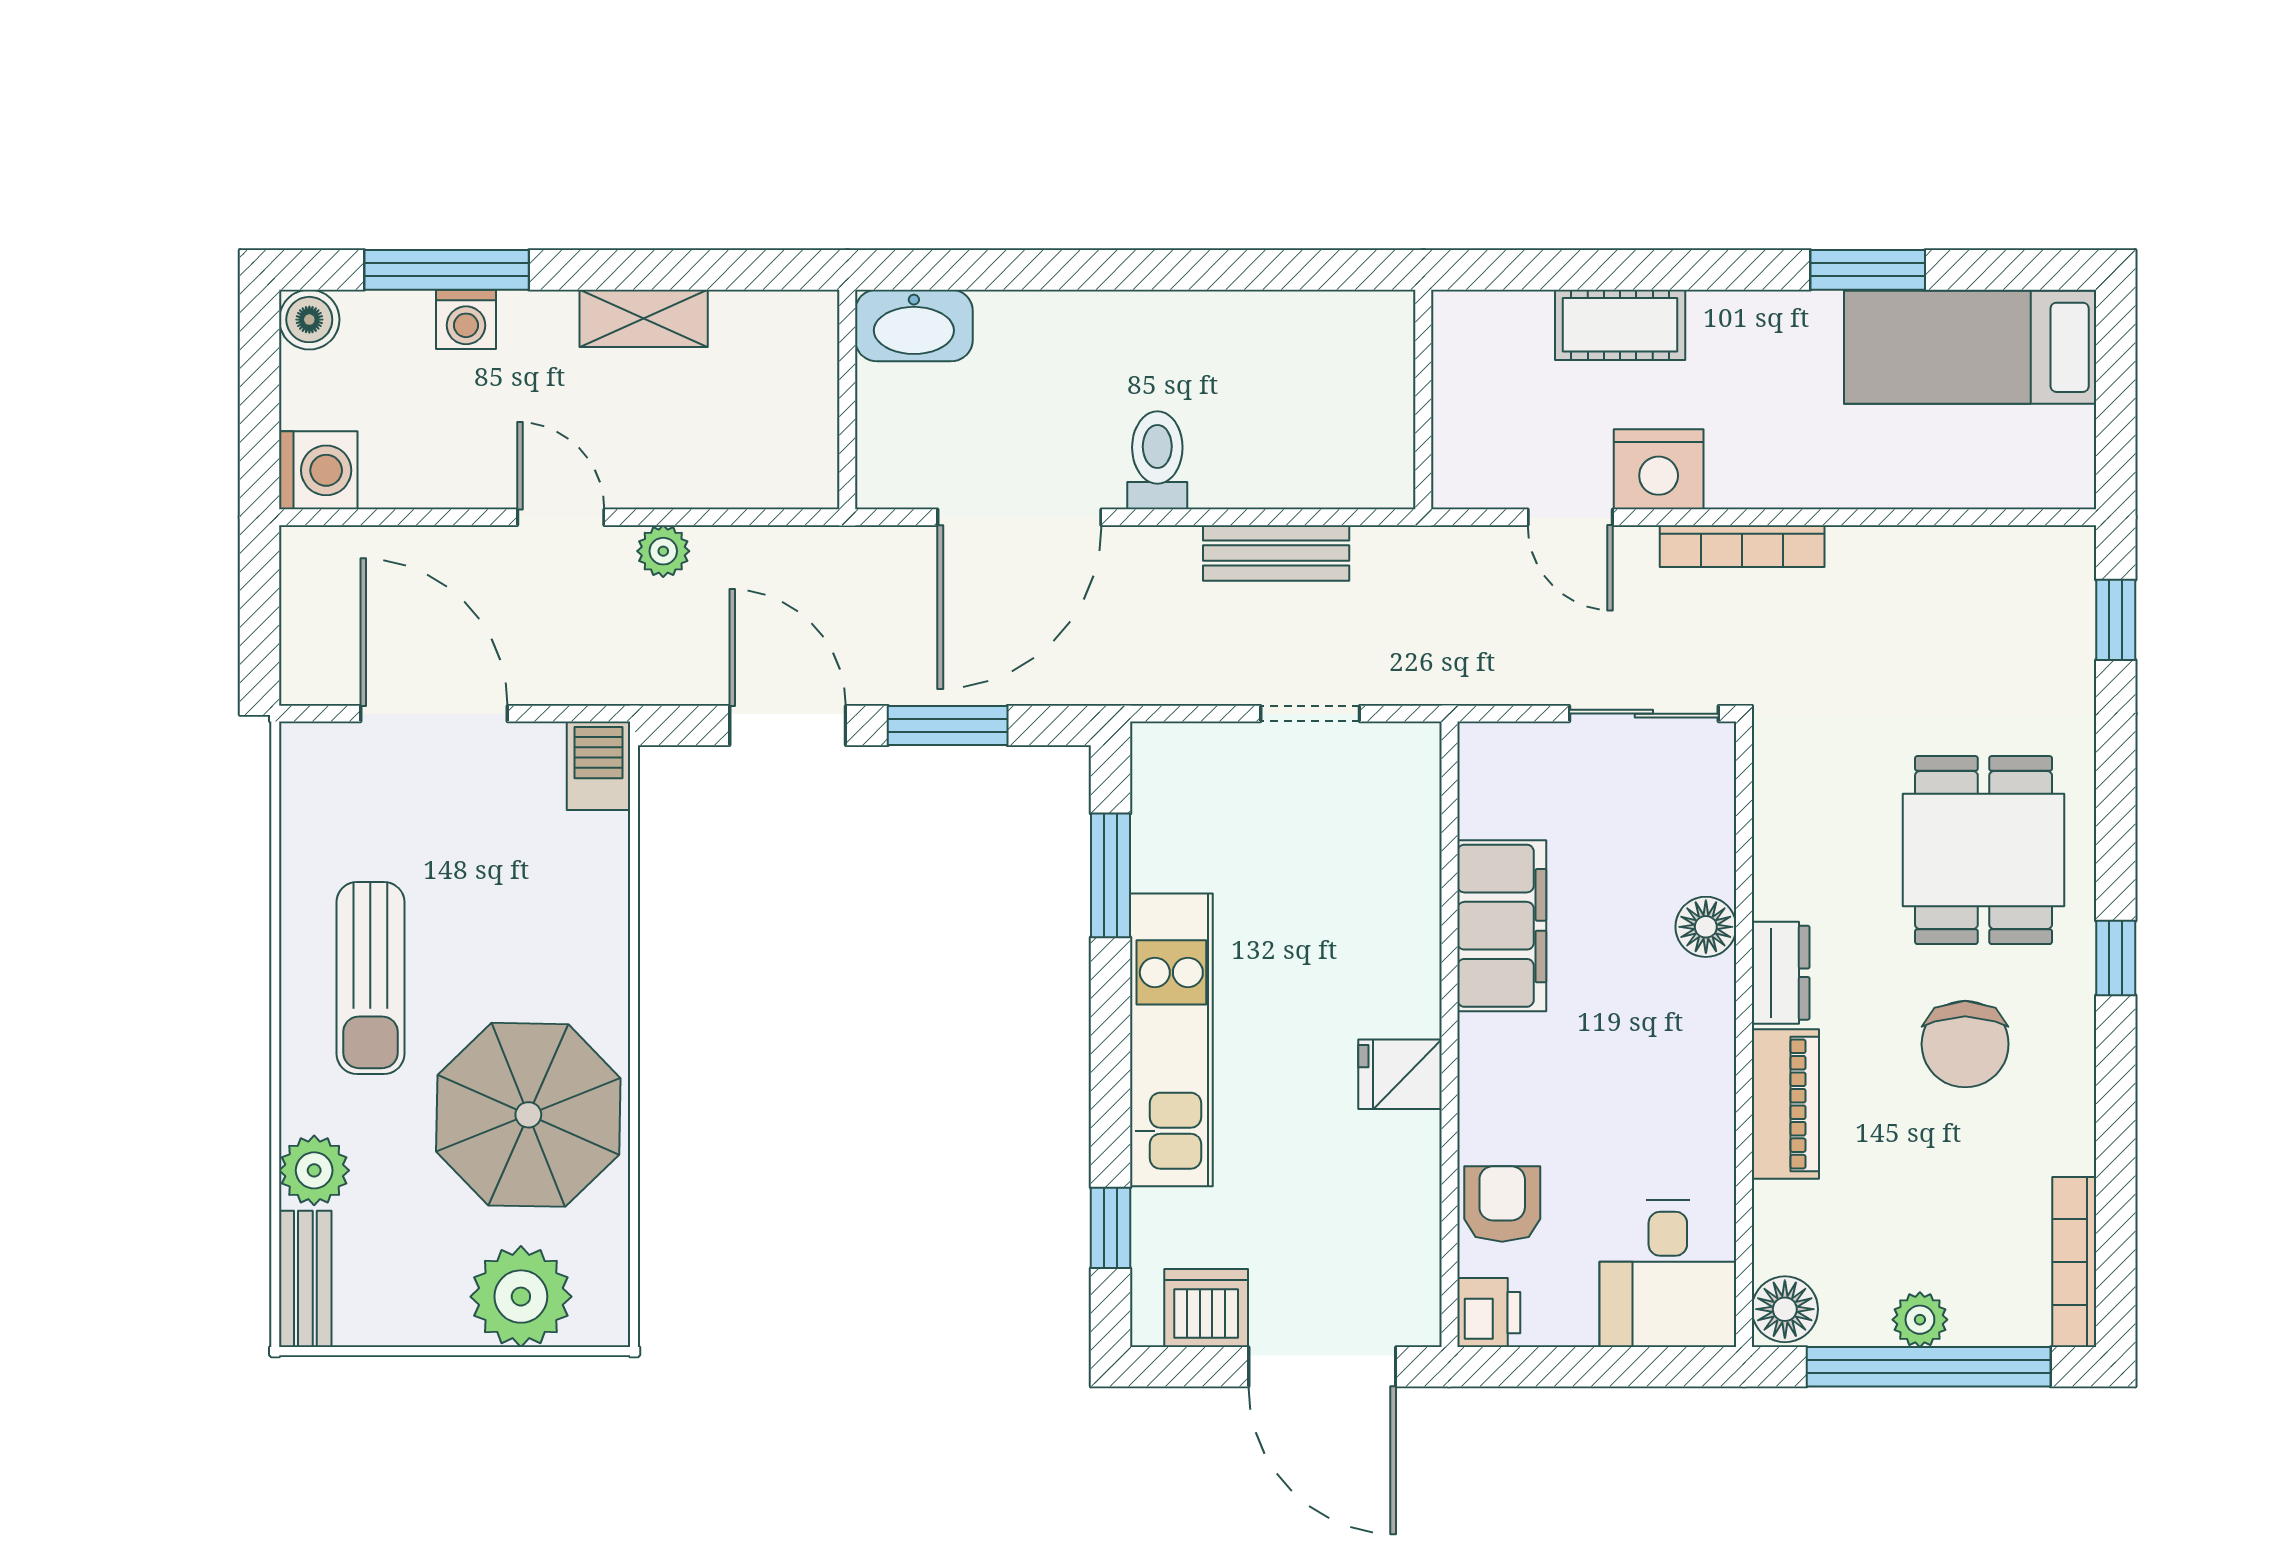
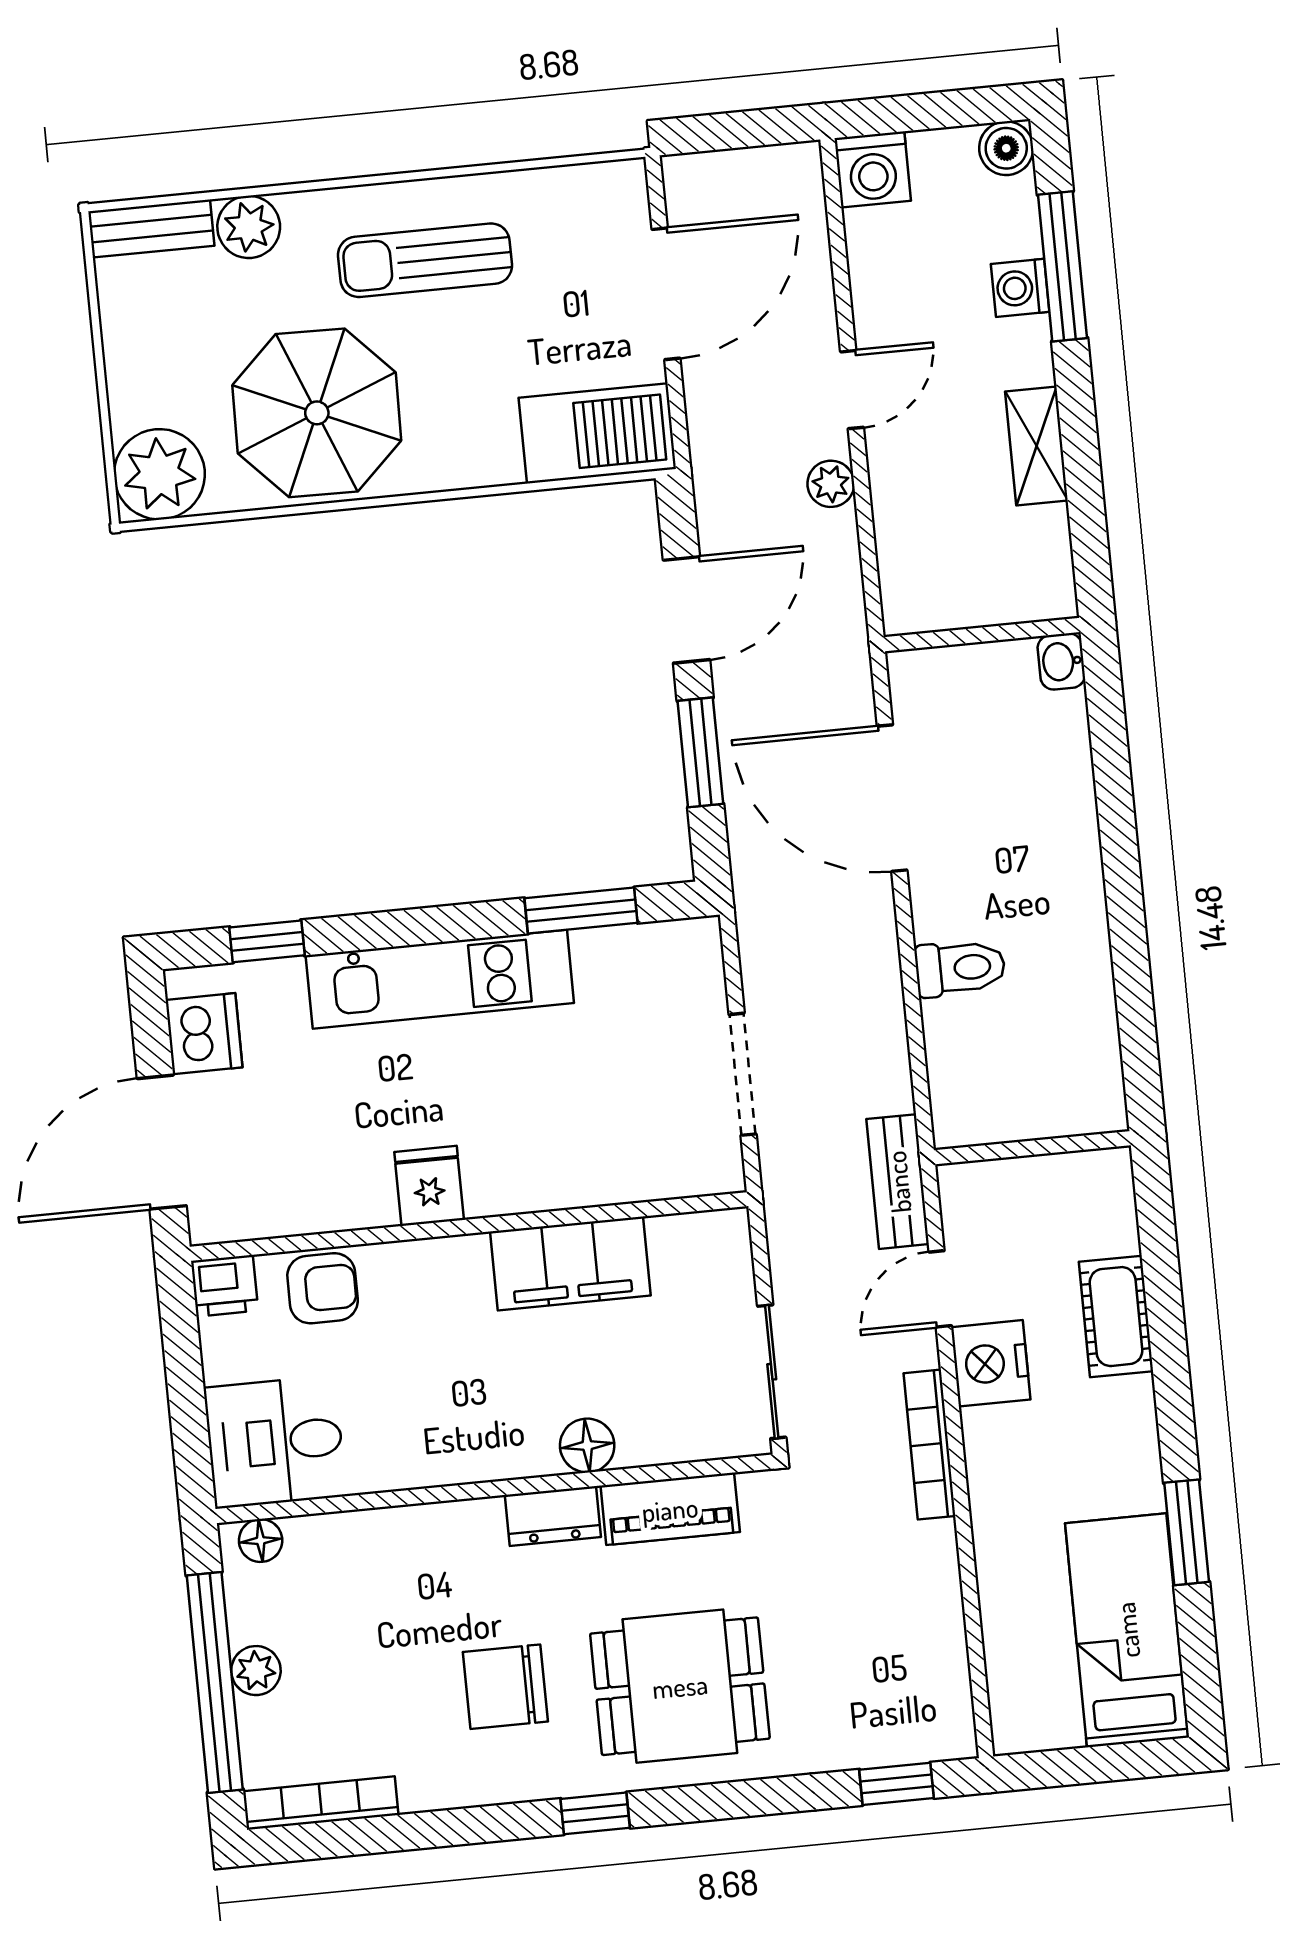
washbasin: (914, 325) -> (1061, 661), width x0.52, depth x0.69
toilet: (1157, 460) -> (960, 968), moved
bench: (1276, 553) -> (898, 1182), moved
doorway: (1310, 714) -> (743, 1074), width x1.38
barbecue: (599, 766) -> (597, 433), width x1.88, depth x1.53
piano: (1785, 1104) -> (670, 1509), moved
plant: (521, 1297) -> (159, 474), moved
floor lamp: (1785, 1309) -> (261, 1541), width x0.73, depth x0.73

